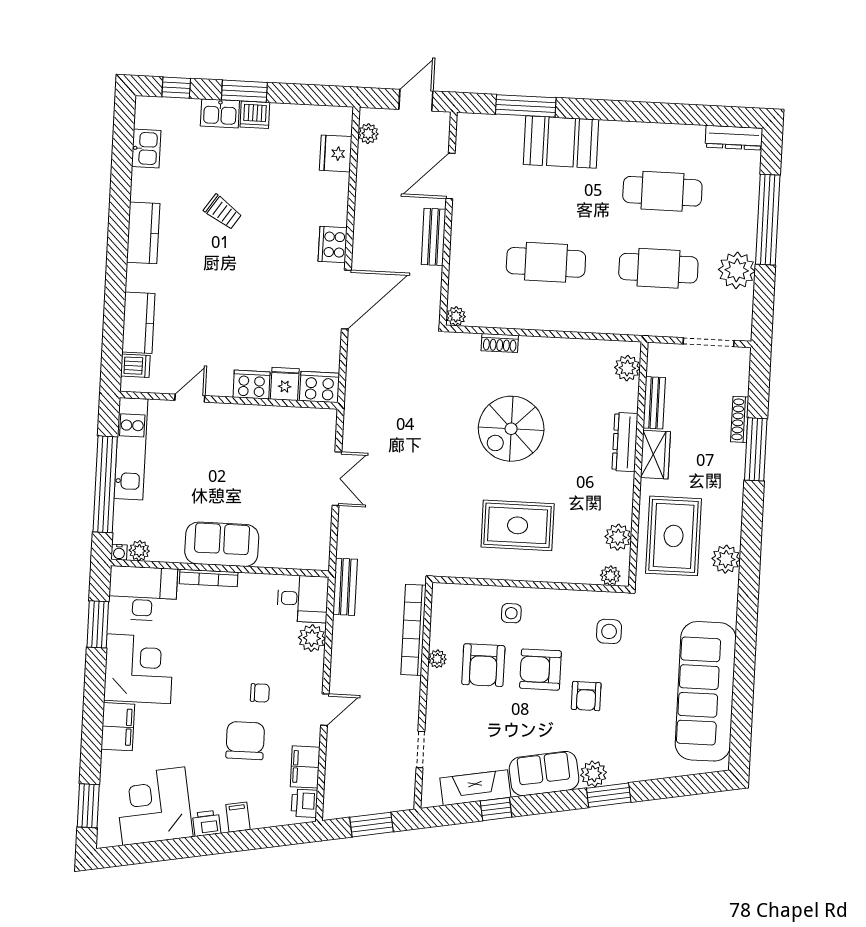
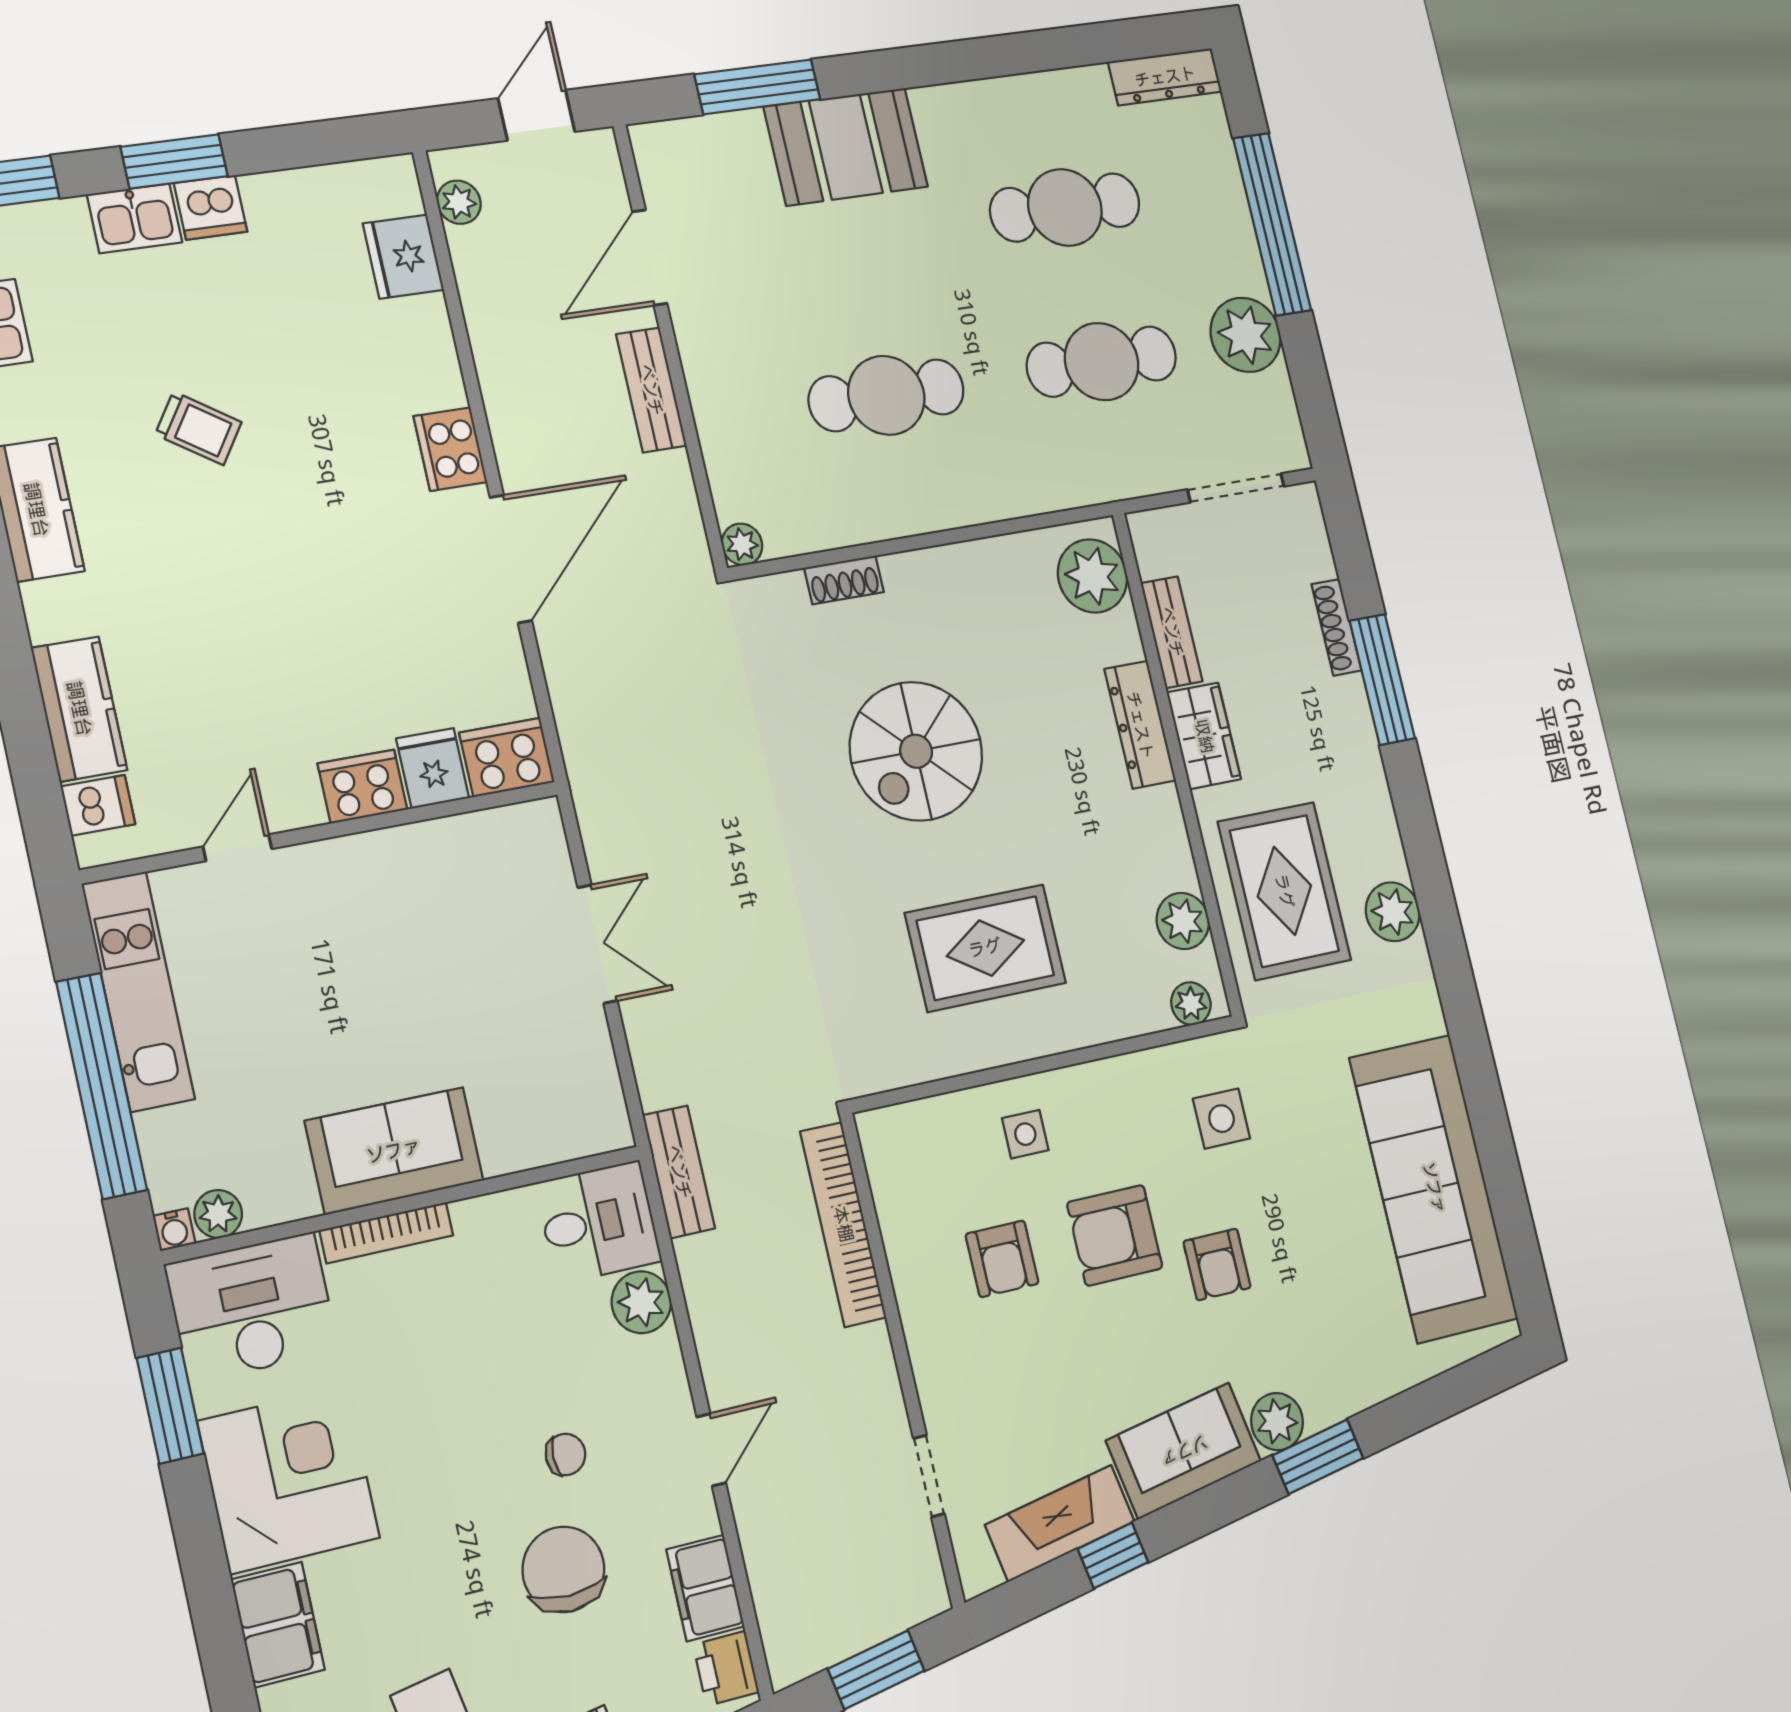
plant: (627, 368) -> (1092, 576), width x1.36, depth x1.36
plant: (437, 659) -> (908, 1272), removed
armchair: (483, 665) -> (1002, 1259), width x0.72, depth x0.72

